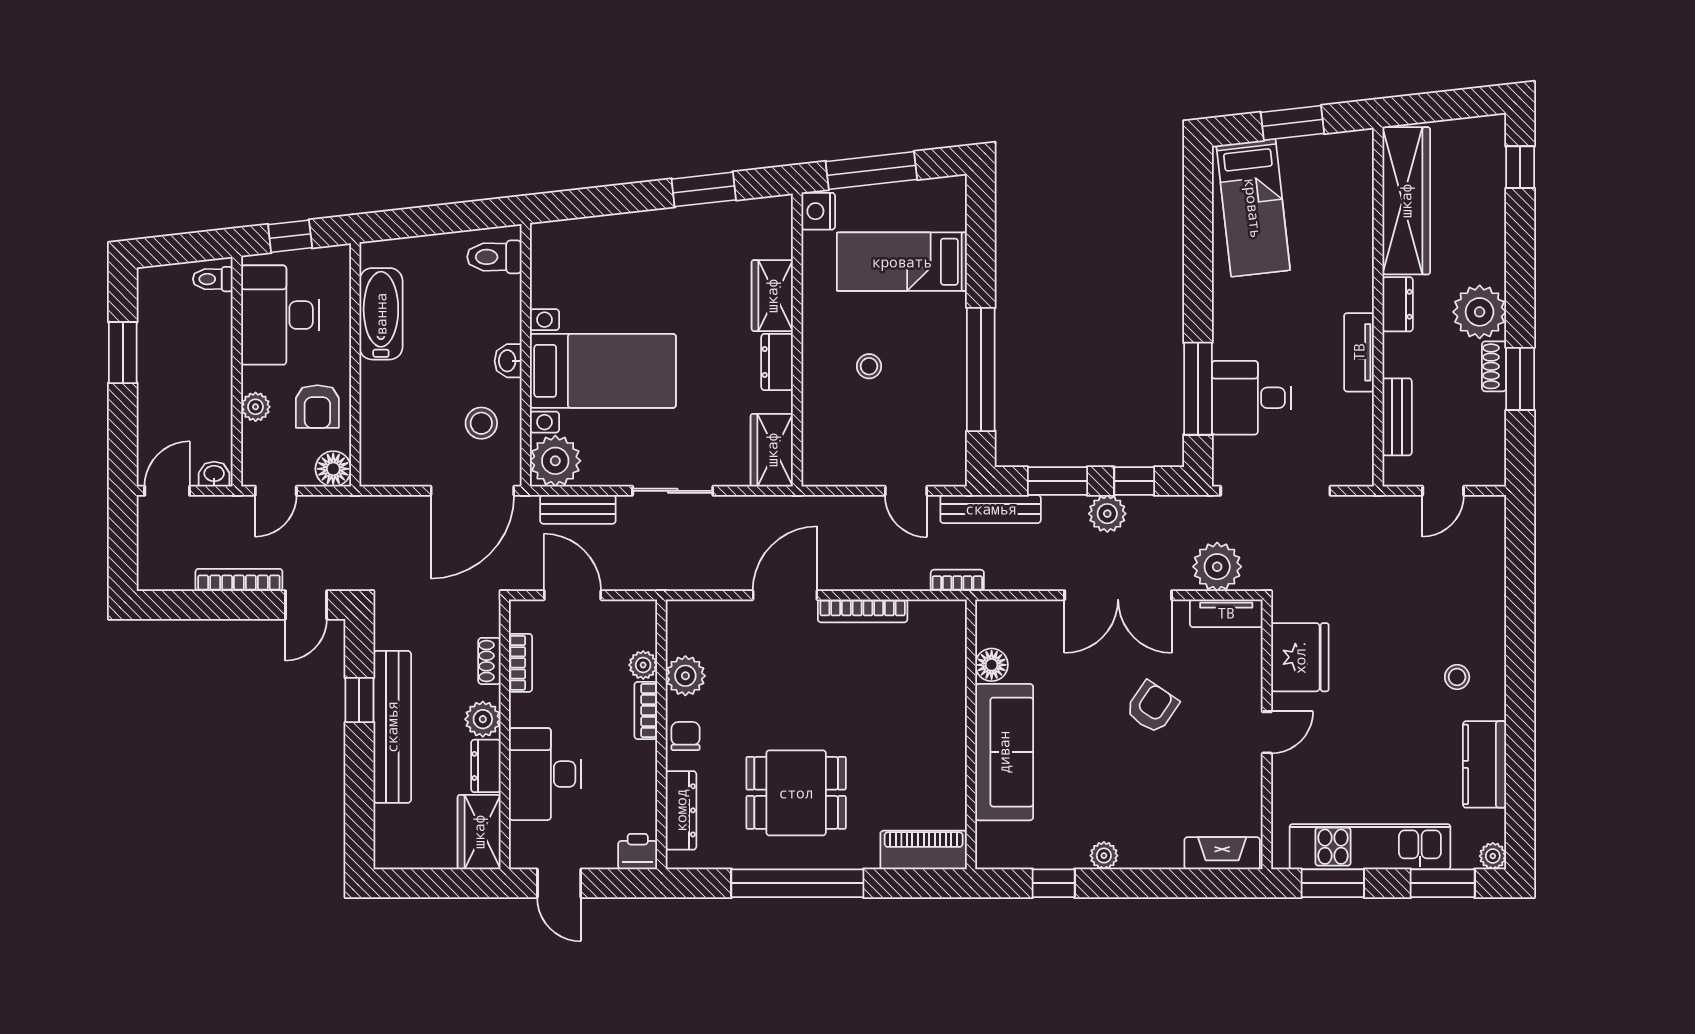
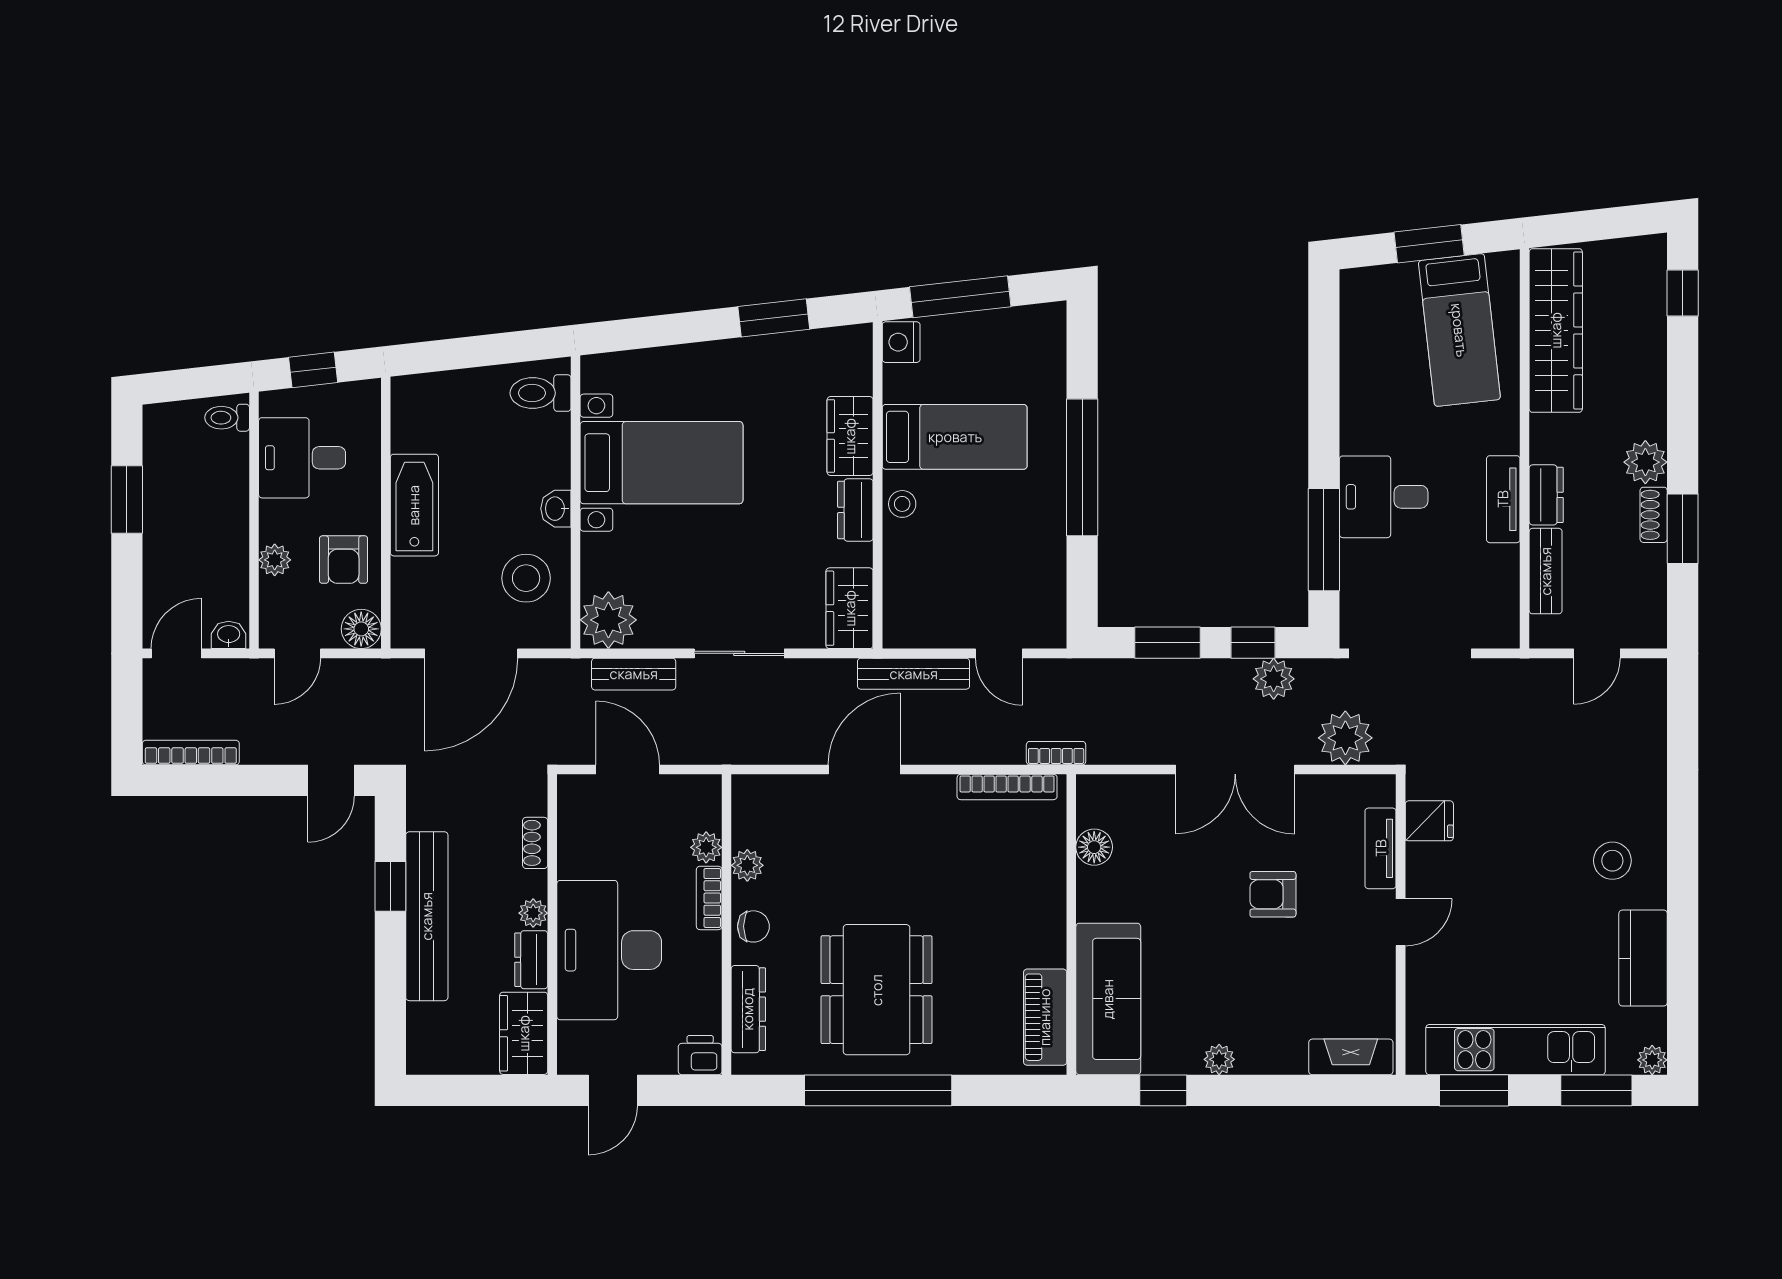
bed: (1253, 208) -> (1459, 330), moved
bed: (902, 262) -> (955, 437), moved, turned 180
dresser: (1398, 304) -> (1546, 495), moved
plant: (1480, 312) -> (1645, 462), width x0.73, depth x0.73
bathtub: (381, 314) -> (414, 505), moved
desk: (280, 315) -> (302, 458), width x0.73
stool: (869, 366) -> (902, 504), moved
window: (981, 369) -> (1082, 467), moved
bed with nightstands: (603, 371) -> (661, 463), moved
desk: (1252, 398) -> (1384, 497), moved
stool: (481, 423) -> (526, 578), width x1.38, depth x1.38
door: (472, 491) -> (471, 653), moved
bench: (991, 509) -> (914, 674), moved
plant: (1107, 514) -> (1274, 679), moved
bookcase: (239, 580) -> (191, 753), moved
bookcase: (863, 611) -> (1007, 787), moved
tv unit: (1226, 613) -> (1381, 848), moved, turned 90
fridge: (1300, 657) -> (1429, 821), width x0.53, depth x0.75
bookcase: (521, 663) -> (570, 845), removed
plant: (685, 676) -> (747, 865), width x0.73, depth x0.73
stool: (1457, 677) -> (1612, 861), width x1.37, depth x1.37
armchair: (1152, 707) -> (1273, 894), turned -124
plant: (483, 719) -> (533, 913), width x0.73, depth x0.73
chair: (686, 736) -> (753, 926), turned 90
sofa: (1004, 752) -> (1108, 999), moved
desk: (545, 774) -> (609, 950), width x1.36, depth x1.30
dining table: (796, 793) -> (877, 990), width x1.38
piano: (924, 850) -> (1045, 1017), moved, turned -90
door: (559, 883) -> (613, 1090), hinge flipped

